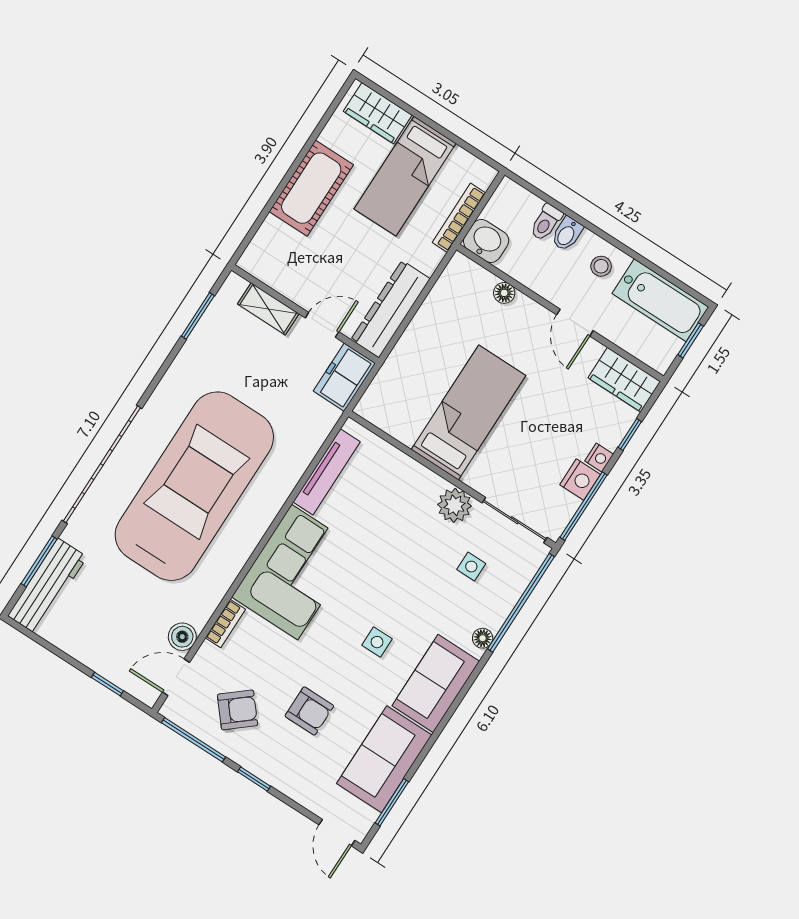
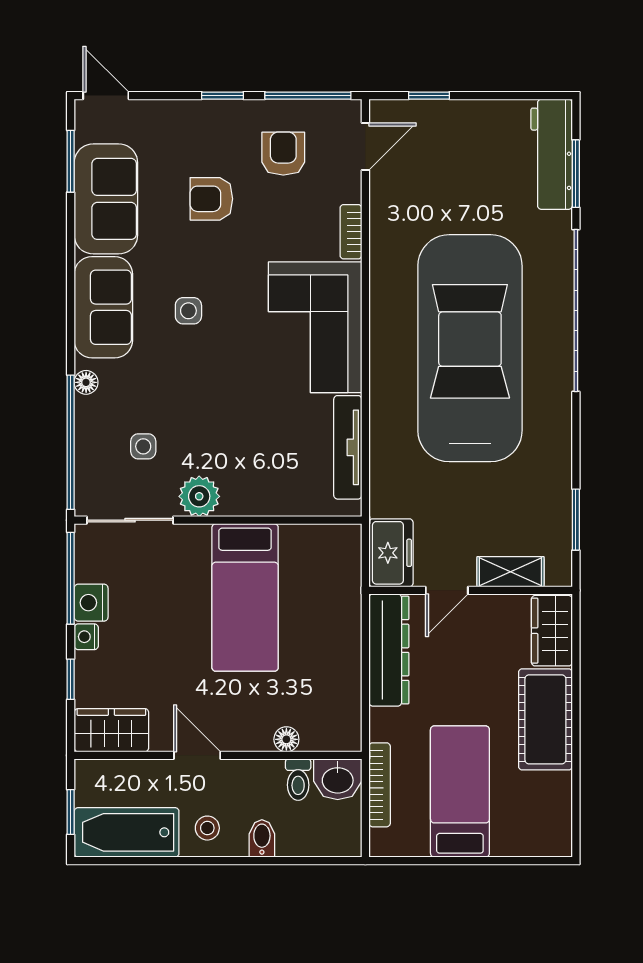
wardrobe: (378, 113) -> (552, 631), moved, turned -90
toilet: (546, 222) -> (298, 780), moved, turned 180
car: (194, 486) -> (470, 348), turned 180
boiler: (182, 637) -> (385, 191), removed
armchair: (238, 710) -> (283, 154), turned 130

